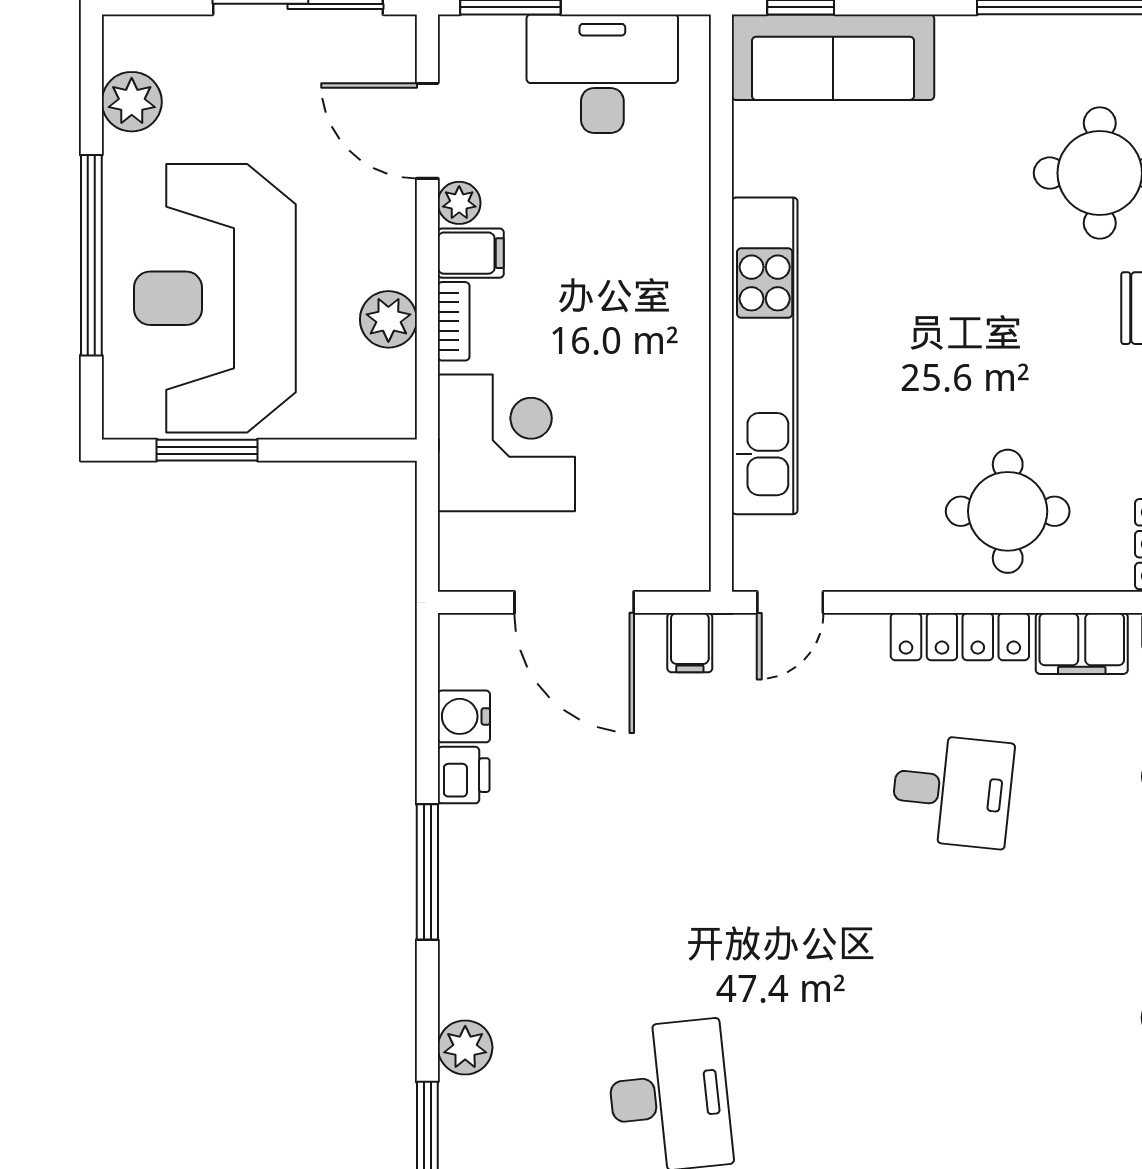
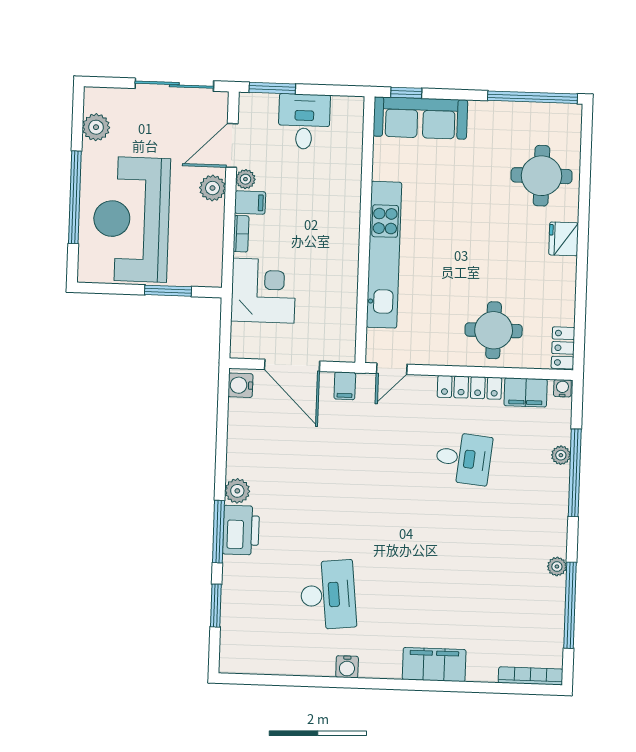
desk: (602, 74) -> (304, 122), width x0.73
door: (427, 131) -> (232, 145), hinge flipped
plant: (388, 319) -> (212, 188), moved
window: (207, 450) -> (168, 291), moved
water cooler: (464, 716) -> (240, 385), moved
printer: (464, 775) -> (241, 530), moved, width x1.87, depth x1.48
window: (427, 872) -> (218, 532), moved
plant: (465, 1047) -> (237, 491), moved

